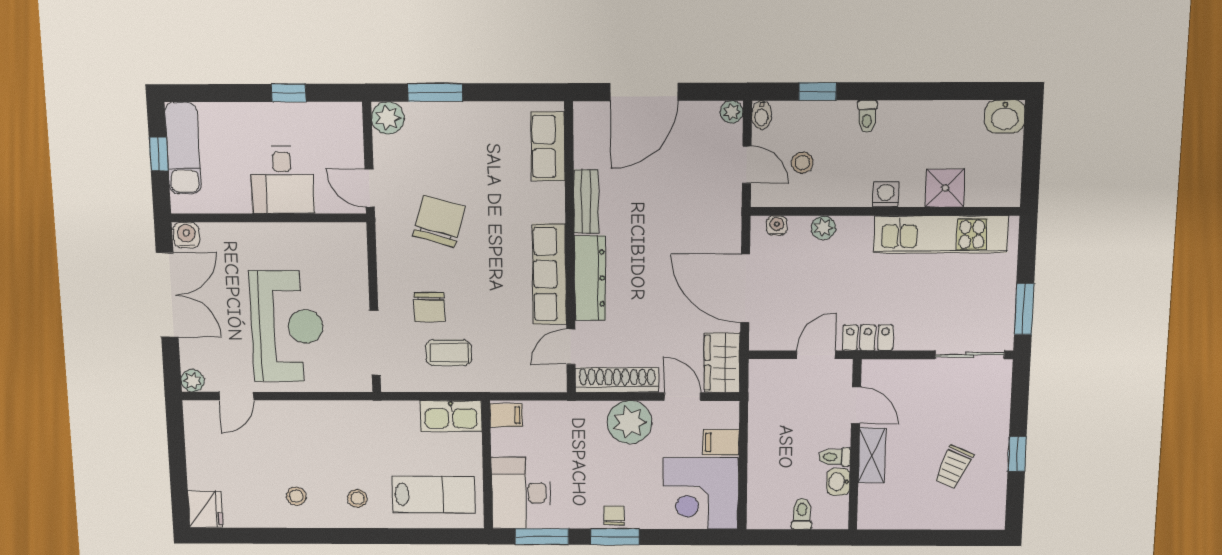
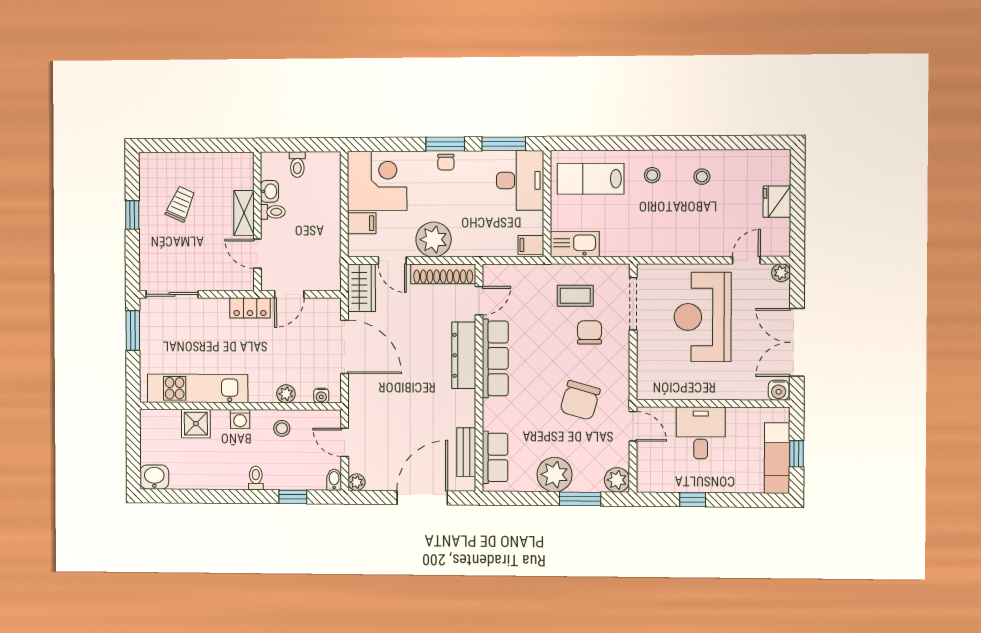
plant: (470, 124) -> (555, 475), added
stool: (802, 163) -> (282, 428), moved
bench: (586, 201) -> (466, 452), moved
fridge: (205, 509) -> (777, 202), moved

